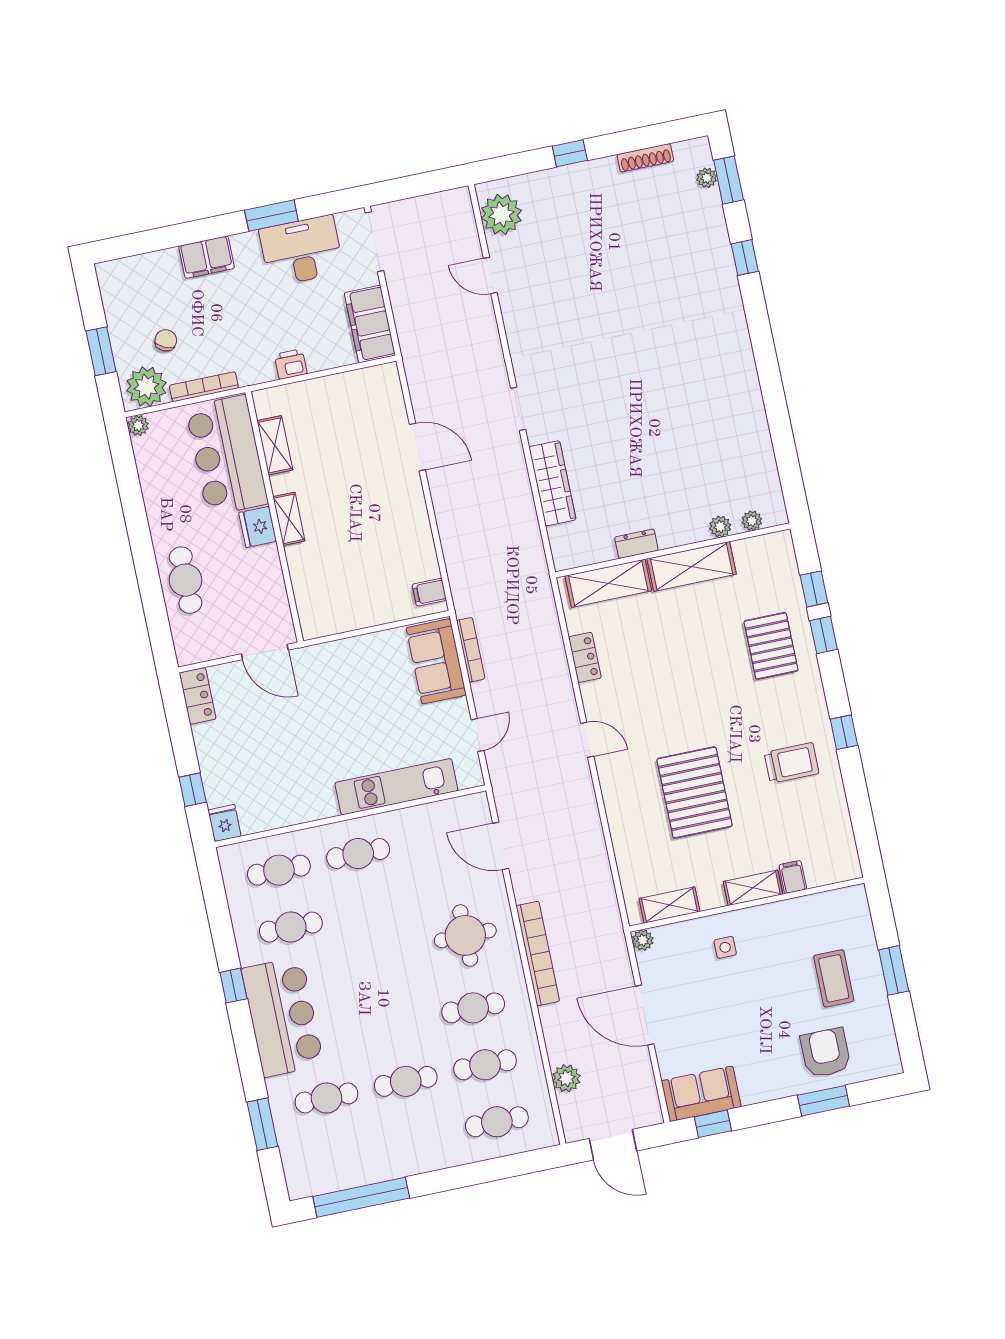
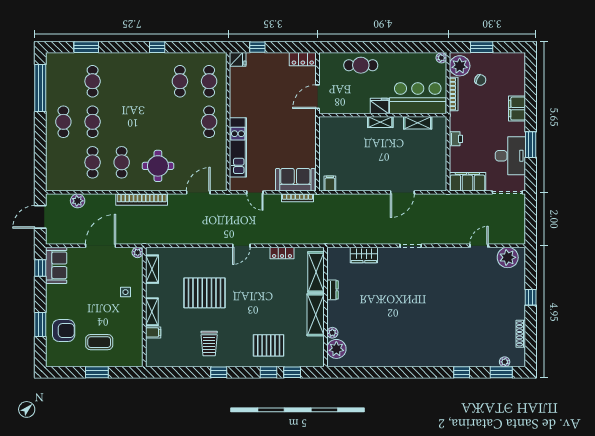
wardrobe: (552, 483) -> (364, 255), width x0.67
plant: (752, 521) -> (336, 349), width x1.88, depth x1.88
bar counter: (283, 1017) -> (137, 68), removed
cafe table: (497, 1122) -> (63, 122), moved

